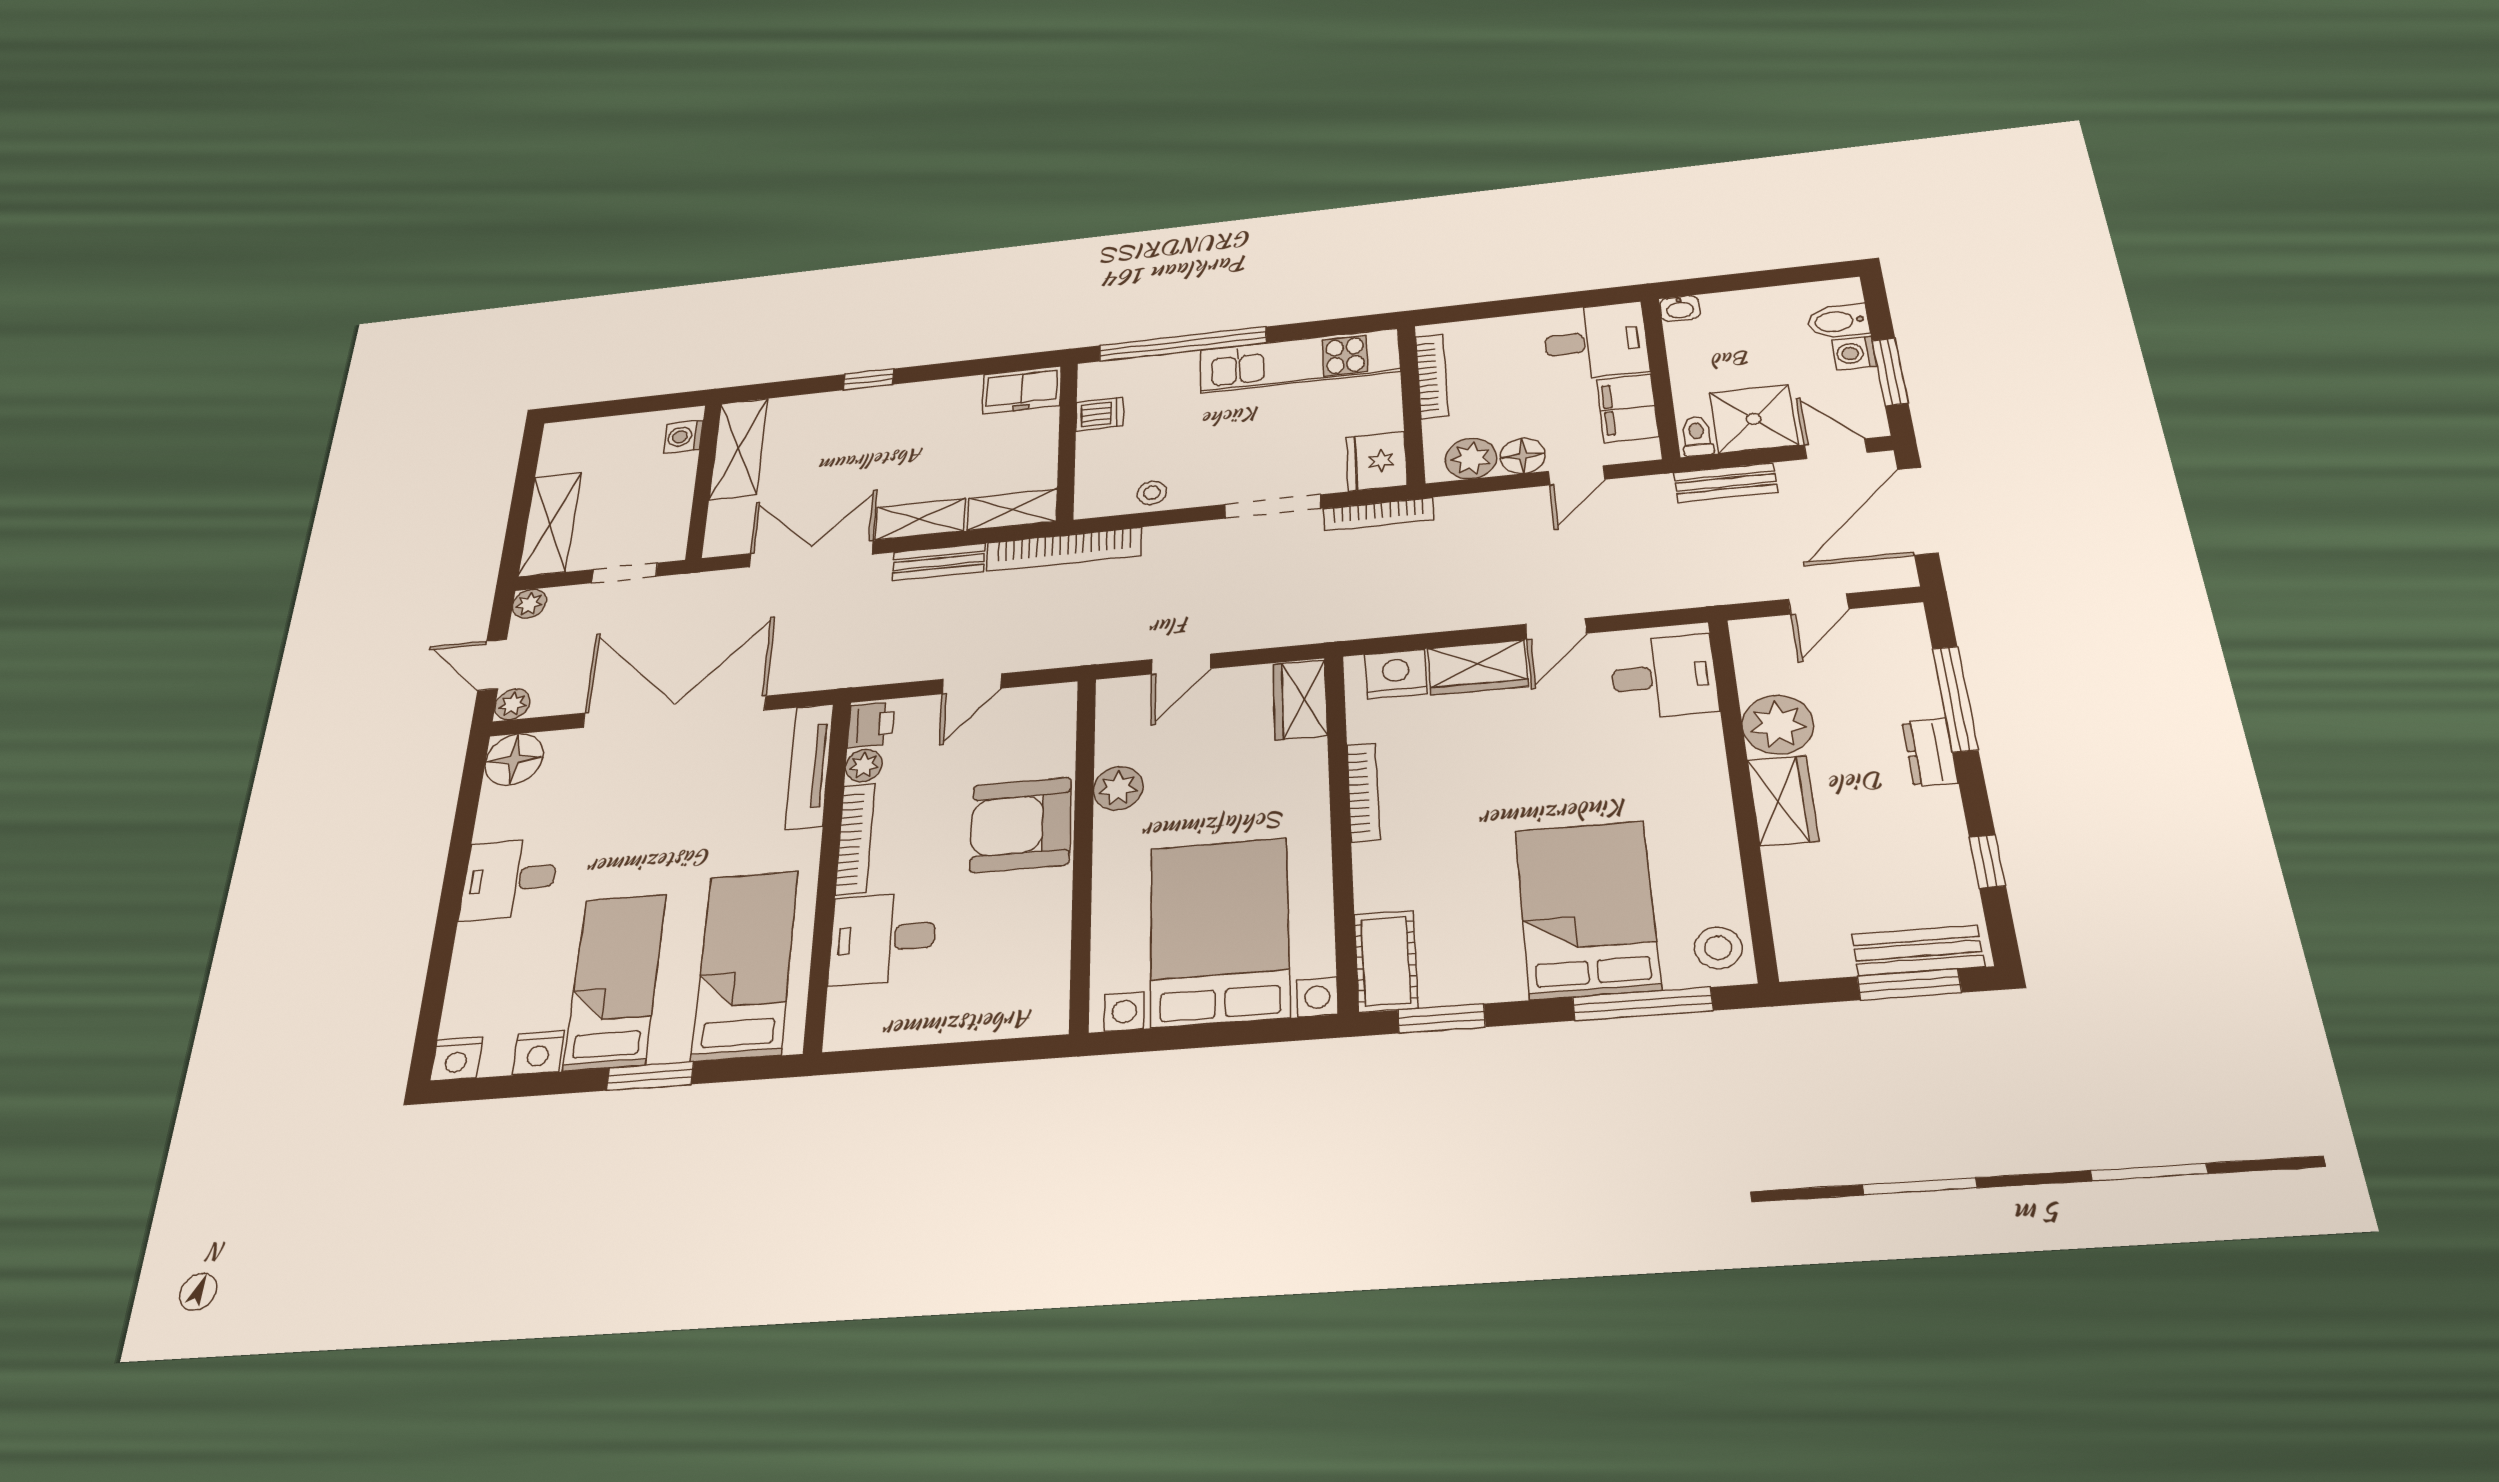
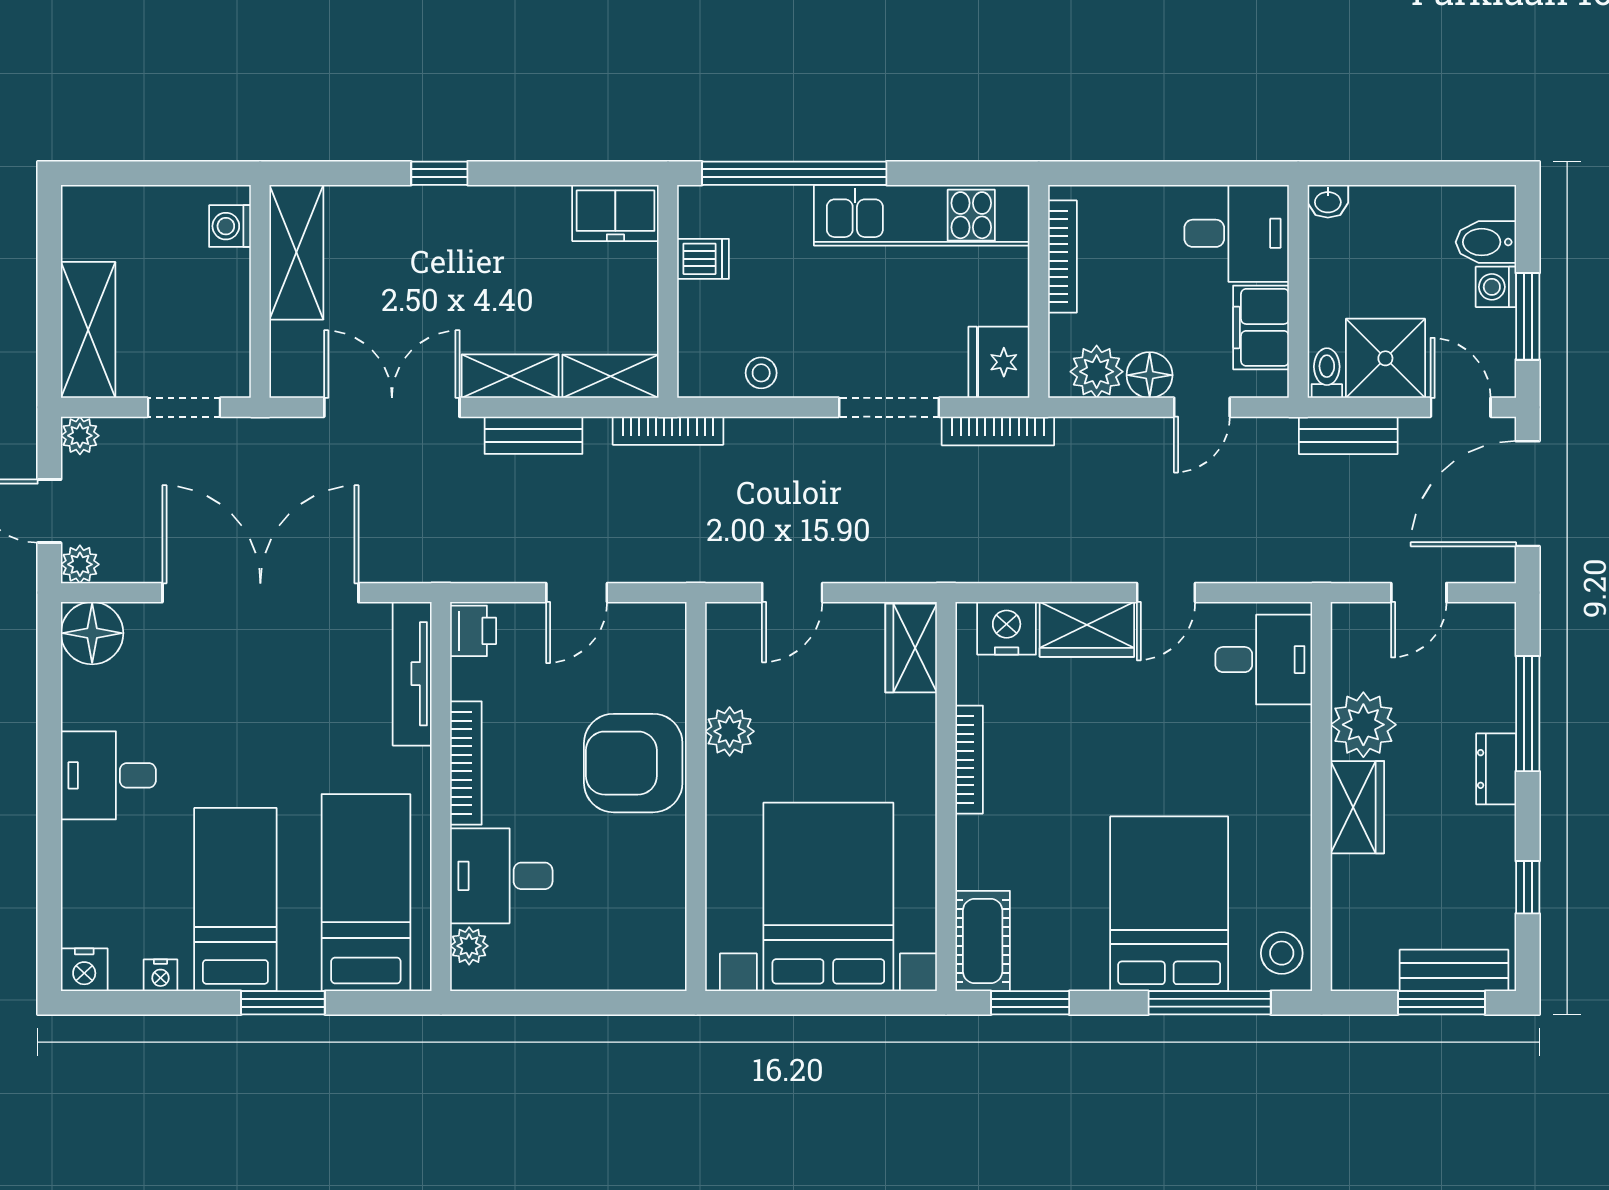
bookcase: (1064, 549) -> (668, 431), width x0.68, depth x0.76
plant: (864, 765) -> (469, 946), moved
nightstand: (538, 1053) -> (161, 975), width x0.72, depth x0.74

